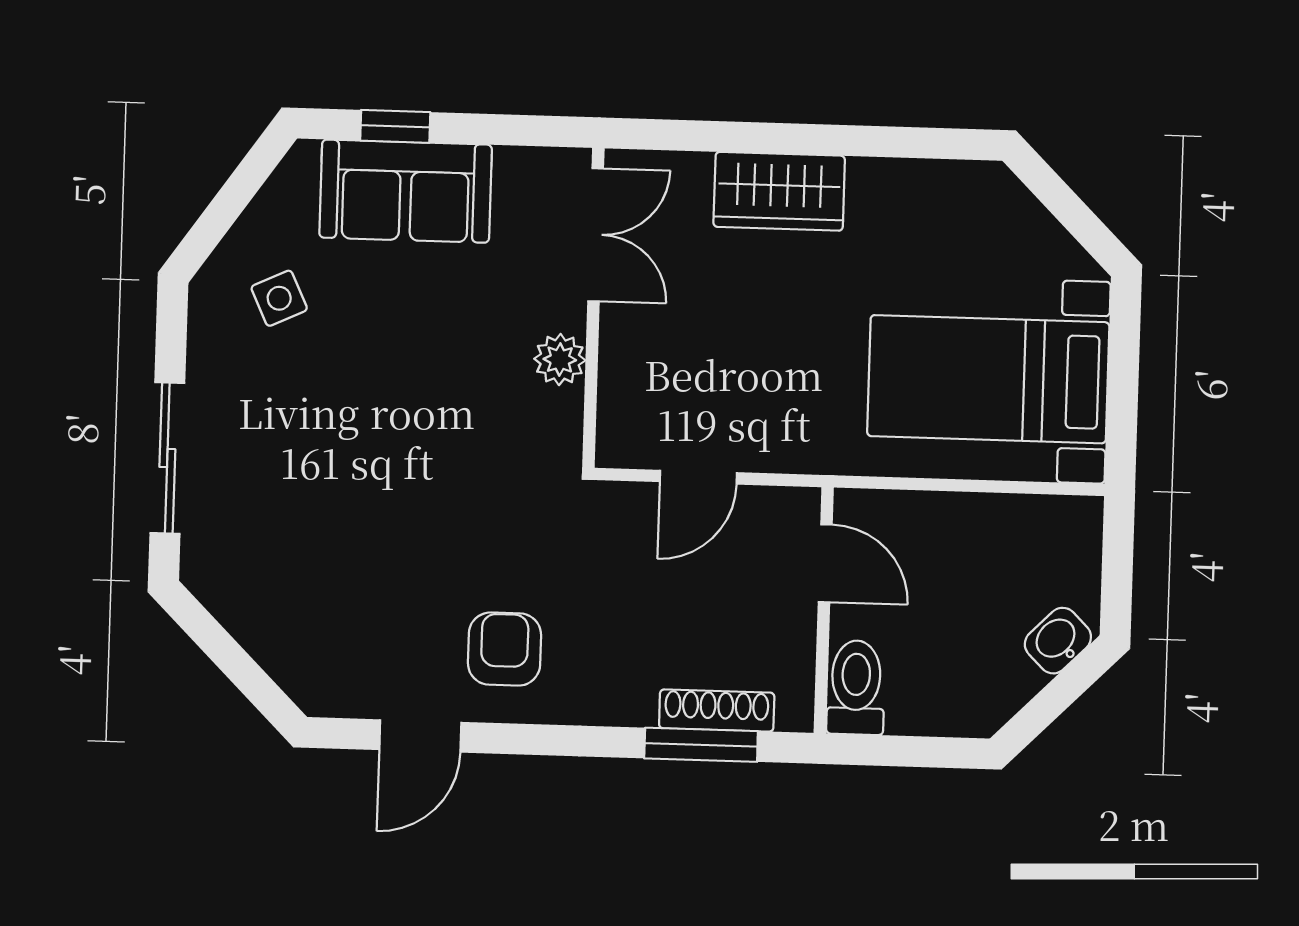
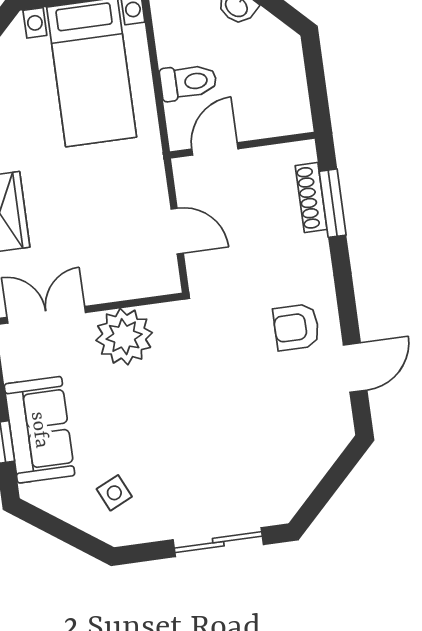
plant: (560, 359) -> (124, 337), width x1.88, depth x1.88
toilet: (856, 687) -> (188, 82), moved, turned 180
door: (420, 736) -> (355, 368), hinge flipped

